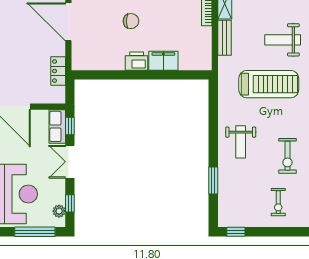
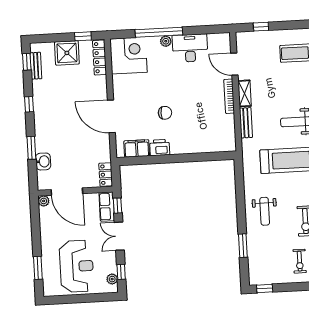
printer: (137, 61) -> (160, 147), moved
filing cabinet: (163, 61) -> (137, 148), moved
locker: (58, 71) -> (106, 175), moved
window: (35, 232) -> (92, 298), removed

